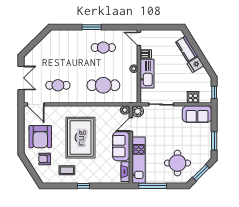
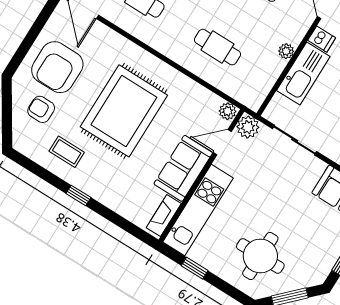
cafe table: (103, 85) -> (217, 47), width x0.73, depth x0.74
window: (153, 186) -> (195, 268), width x0.46

